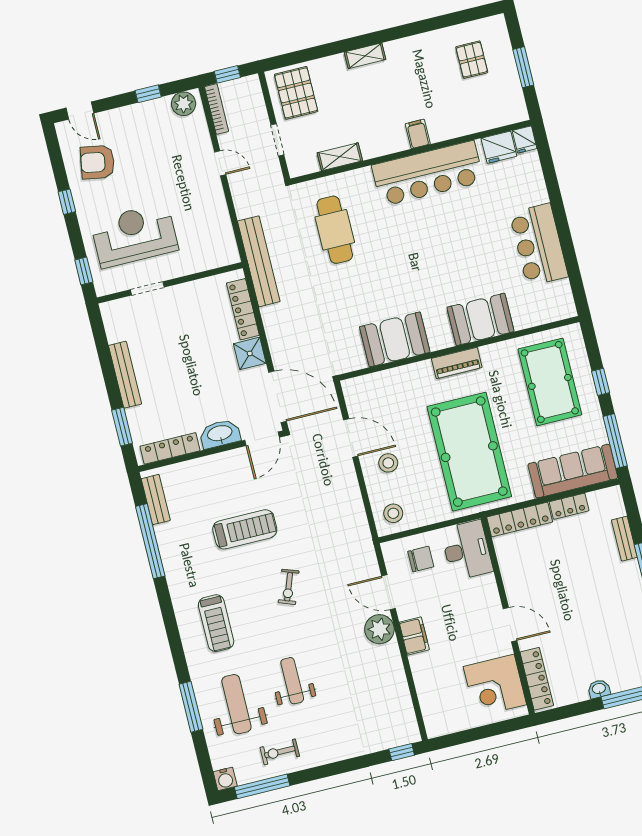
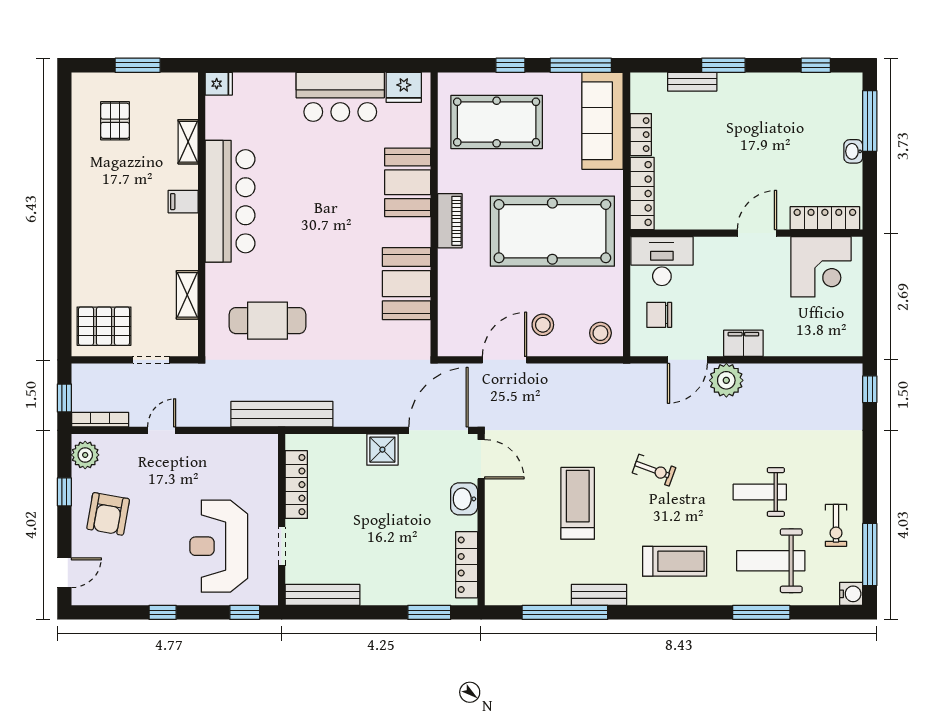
shelving: (365, 56) -> (188, 142), moved
pallet: (472, 60) -> (115, 121), turned 90
fridge: (499, 147) -> (404, 87), moved, turned 90
armchair: (97, 162) -> (108, 514), moved
locker: (243, 309) -> (296, 485), moved, turned -90
bench: (125, 375) -> (322, 595), moved
washbasin: (220, 434) -> (464, 499), width x0.72
bench: (156, 500) -> (599, 595), moved
chair: (421, 559) -> (659, 315), turned -90

